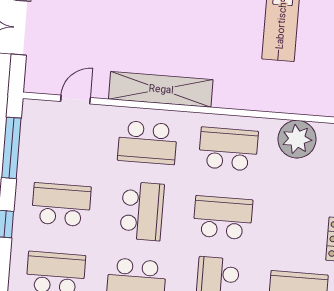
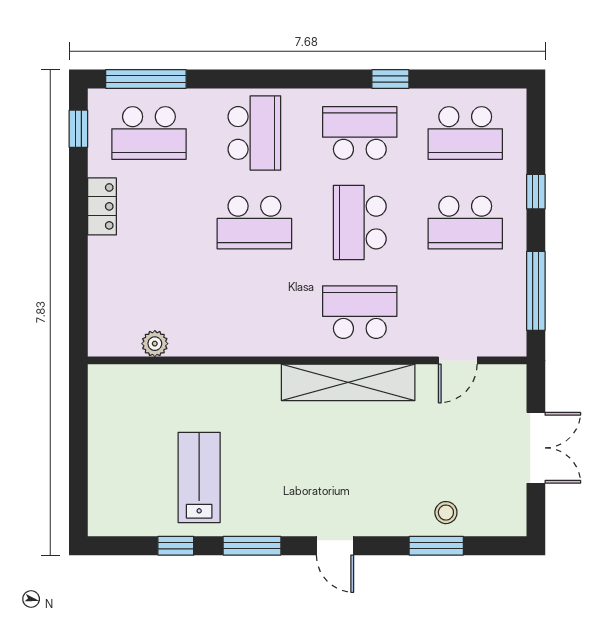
plant: (297, 139) -> (155, 344), width x0.53, depth x0.53
school desk: (228, 149) -> (254, 312), removed

